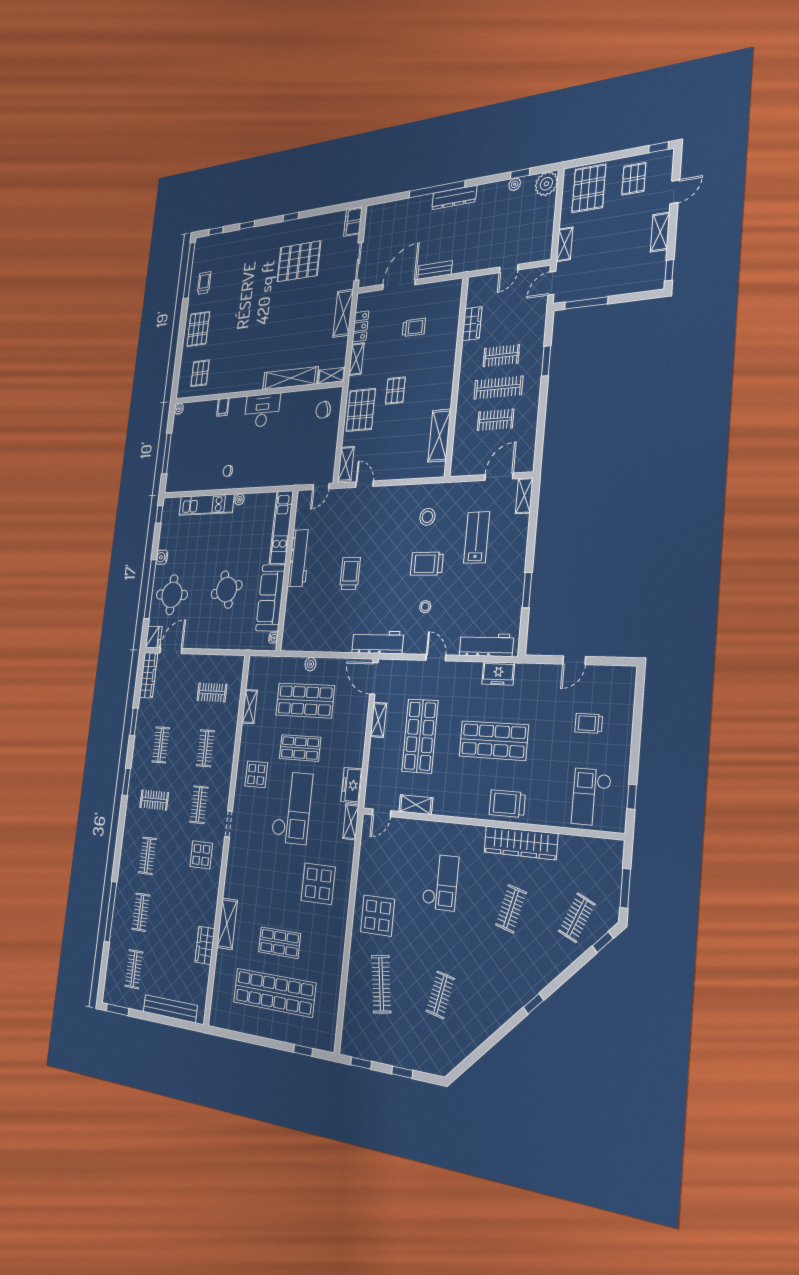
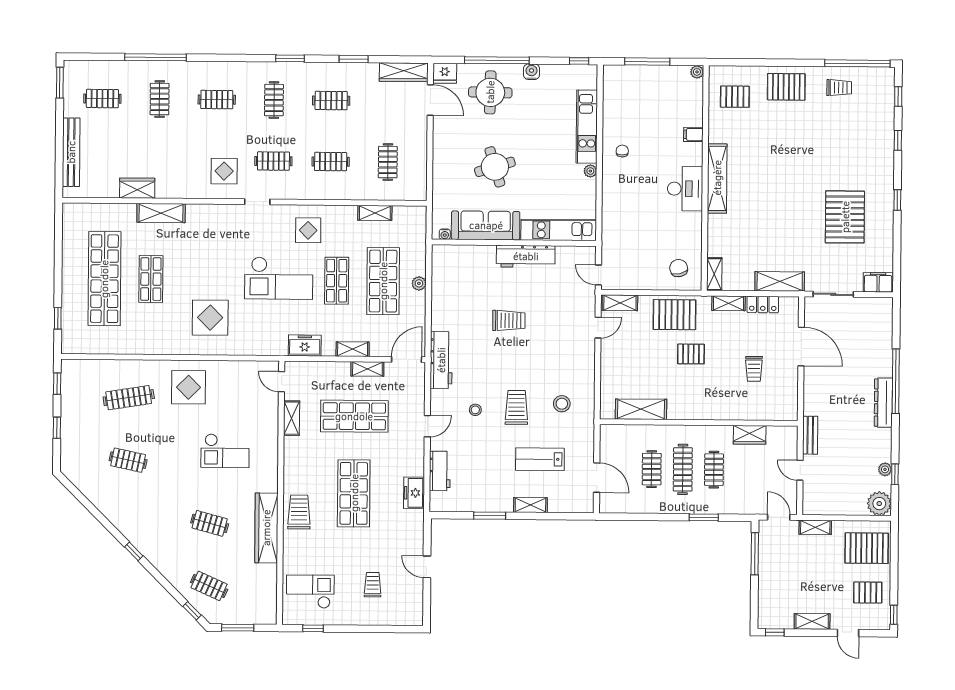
bench: (435, 270) -> (810, 435), moved
shelving: (290, 378) -> (717, 178), moved
shelving: (524, 496) -> (530, 505), moved
lab bench: (477, 537) -> (540, 459), turned 180
workbench: (486, 645) -> (440, 471), width x0.73
shelving: (351, 822) -> (353, 349), moved
clothes rail: (141, 912) -> (160, 99), turned 90

